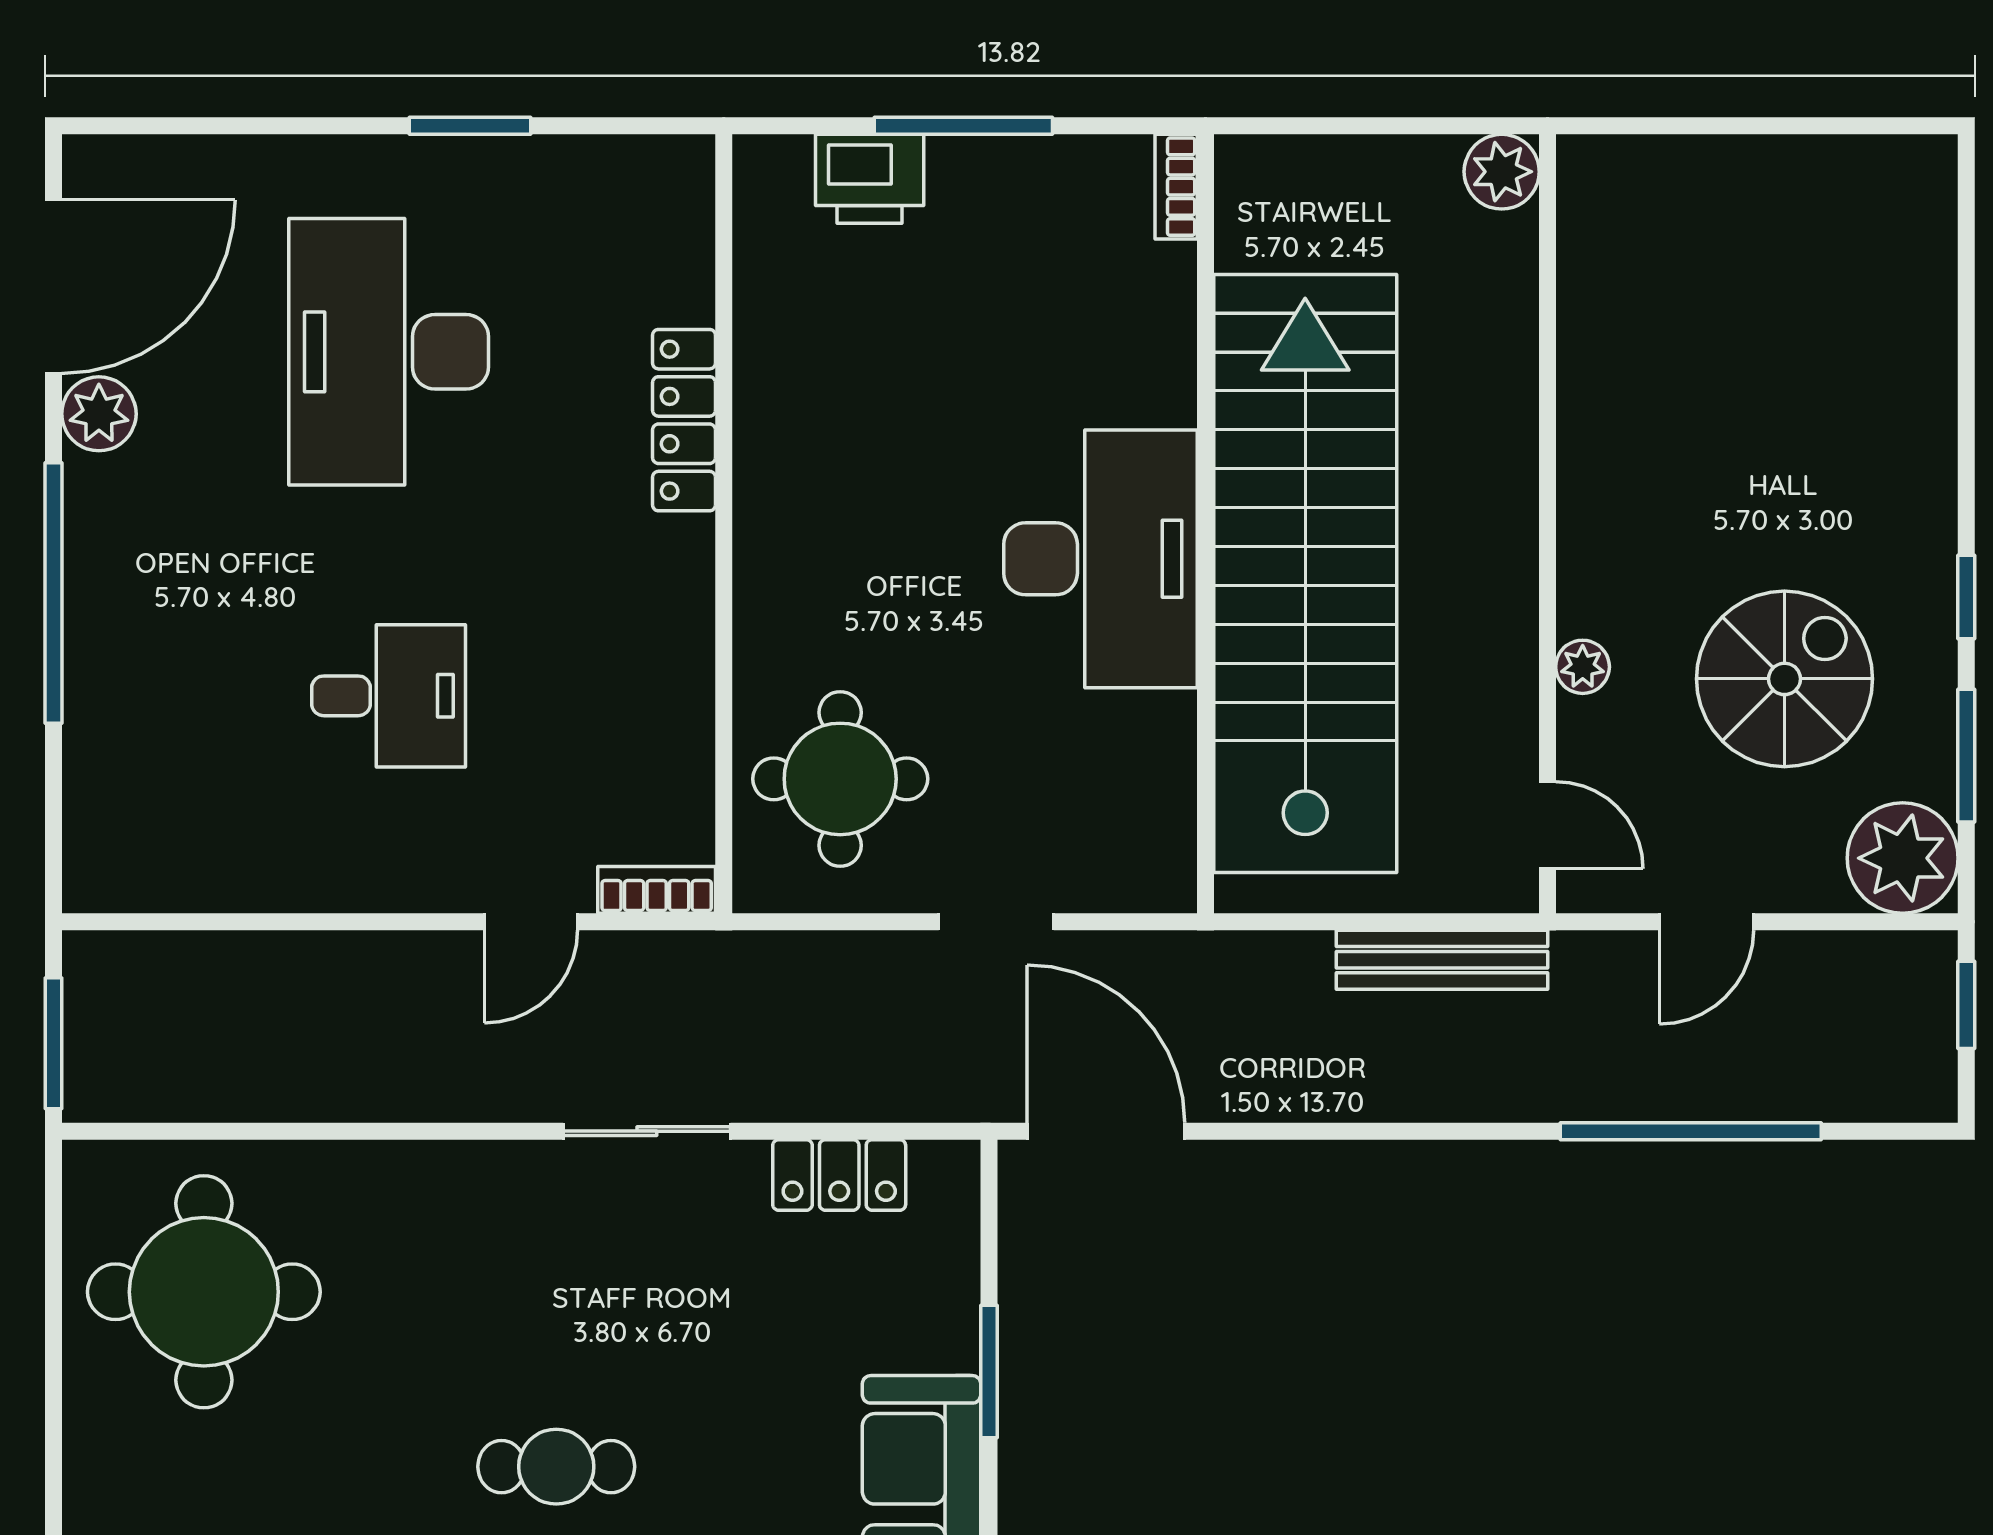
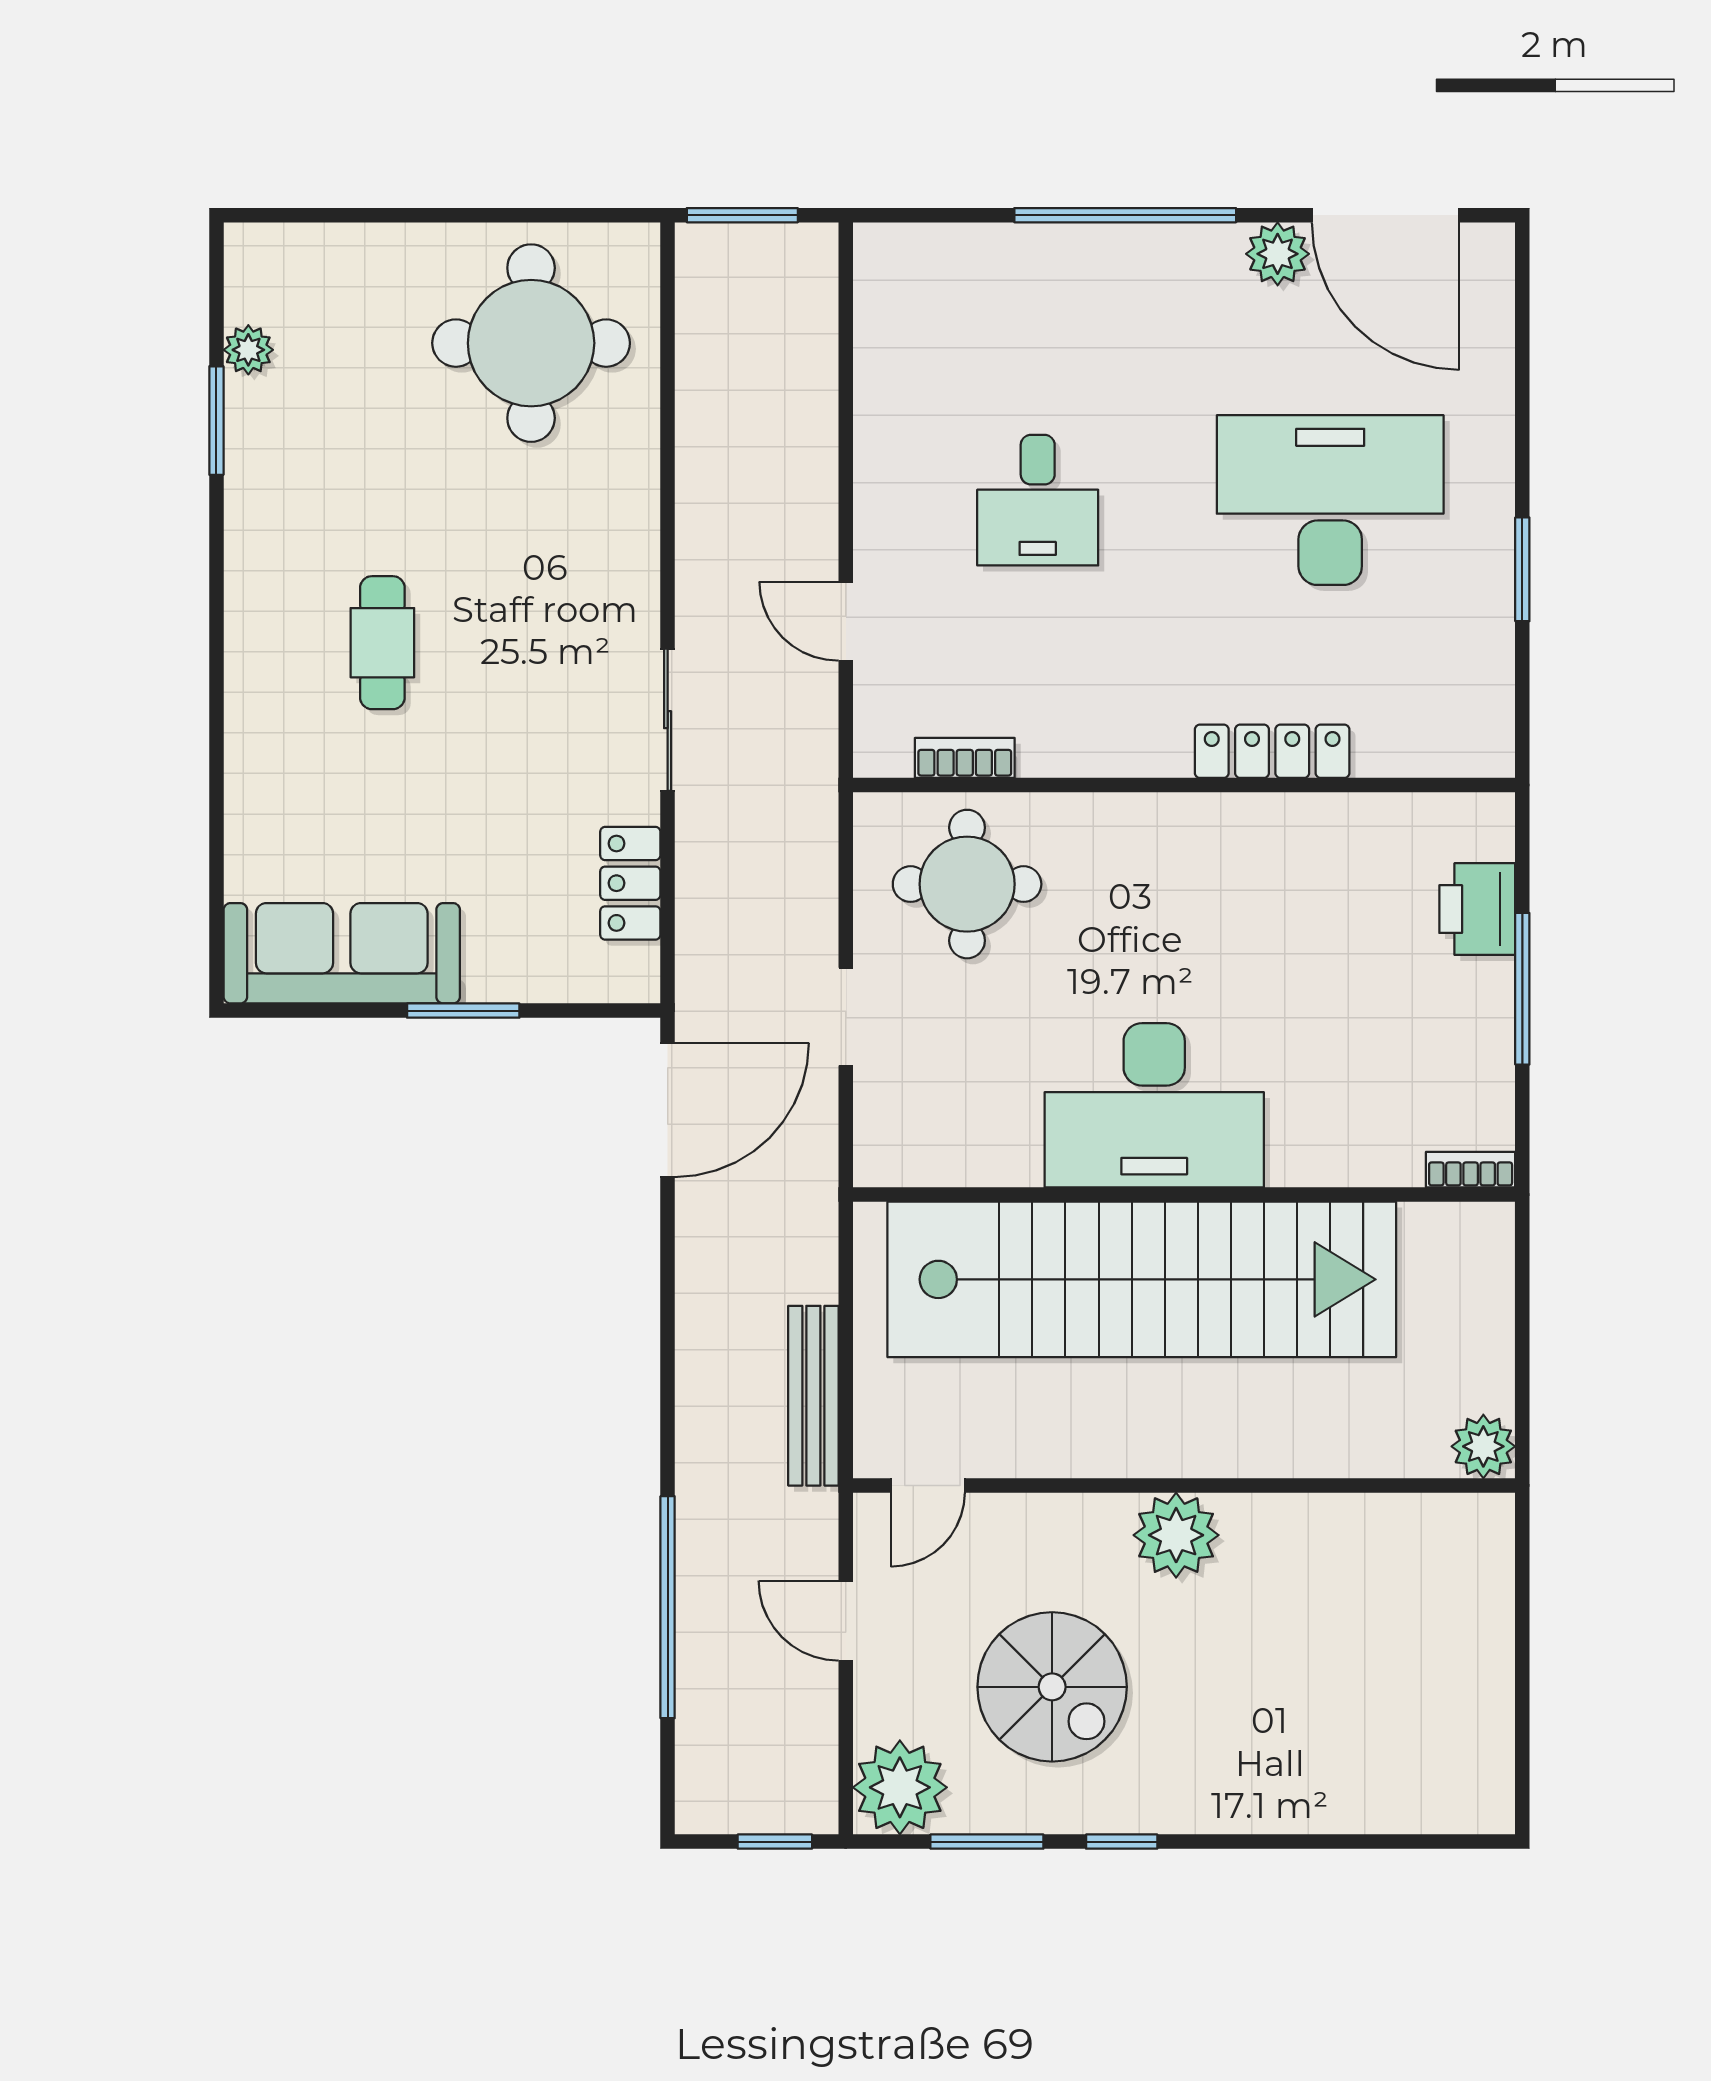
plant: (1583, 667) -> (1176, 1535), moved, width x1.88, depth x1.88
bookcase: (657, 890) -> (965, 758), moved, turned -90

